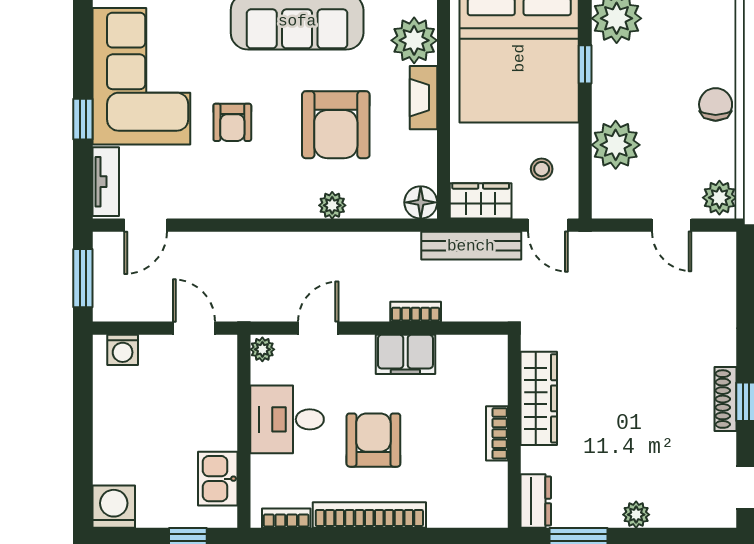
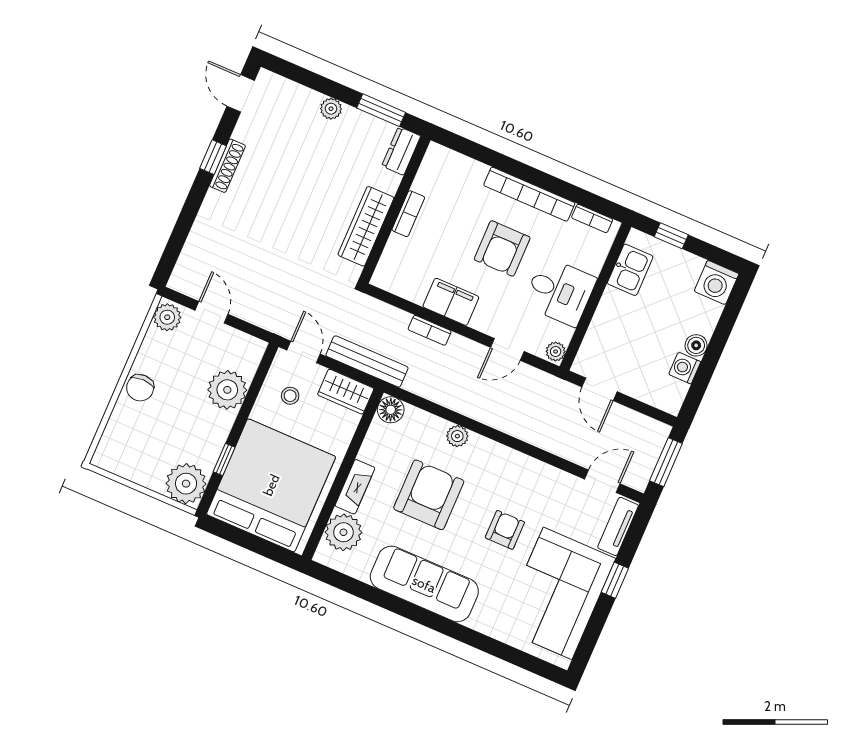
washing machine: (123, 350) -> (685, 368), moved, turned -90
boiler: (106, 425) -> (696, 345), added

